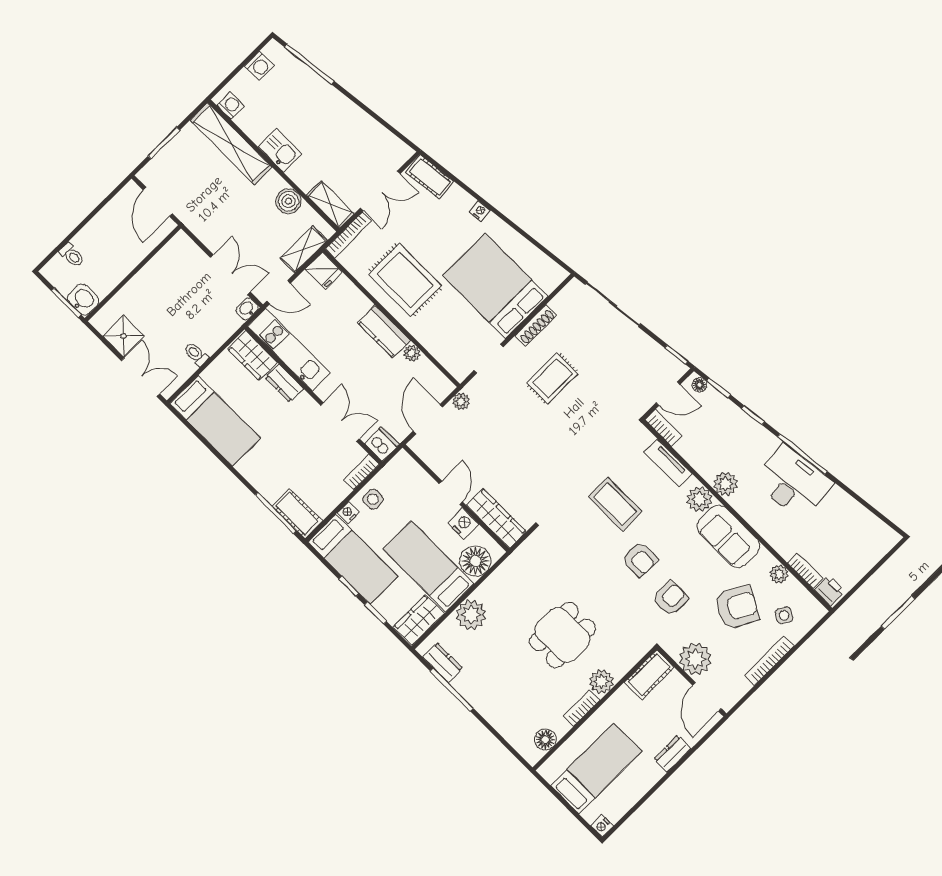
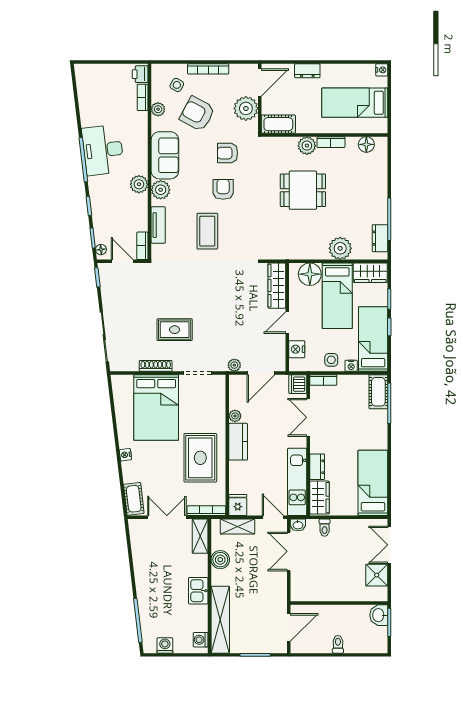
toilet: (72, 255) -> (338, 644), moved
toilet: (196, 354) -> (325, 528), moved
nightstand: (463, 524) -> (297, 349), moved

